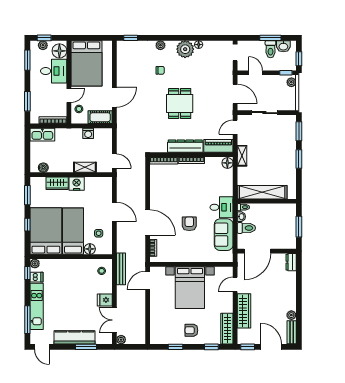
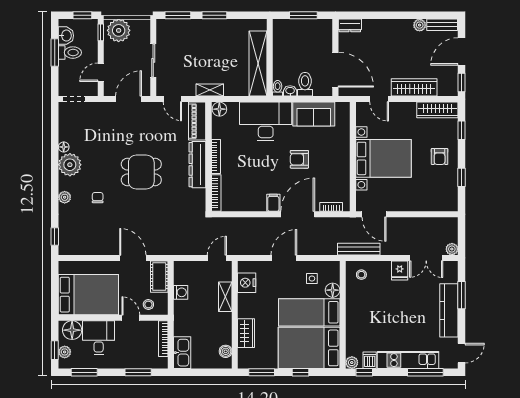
plant: (291, 82) -> (119, 30), width x1.88, depth x1.88
nightstand: (77, 184) -> (247, 283), moved
filing cabinet: (156, 204) -> (273, 203), added
desk: (221, 207) -> (266, 121), width x1.87, depth x1.30

